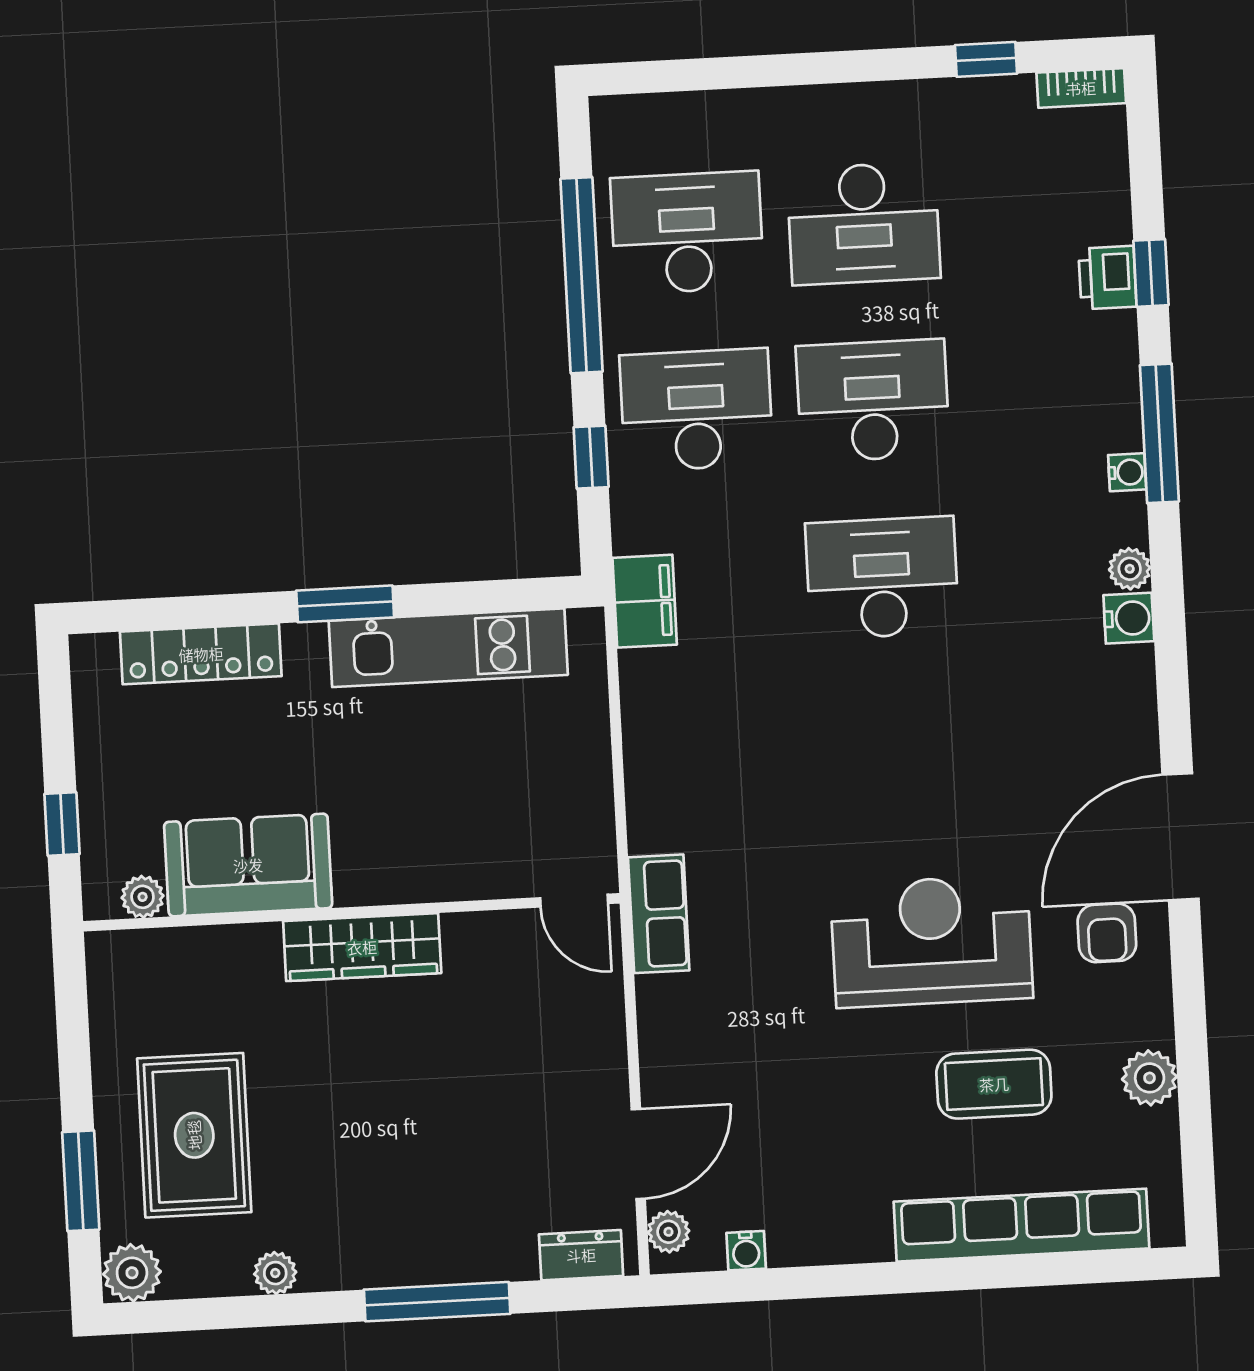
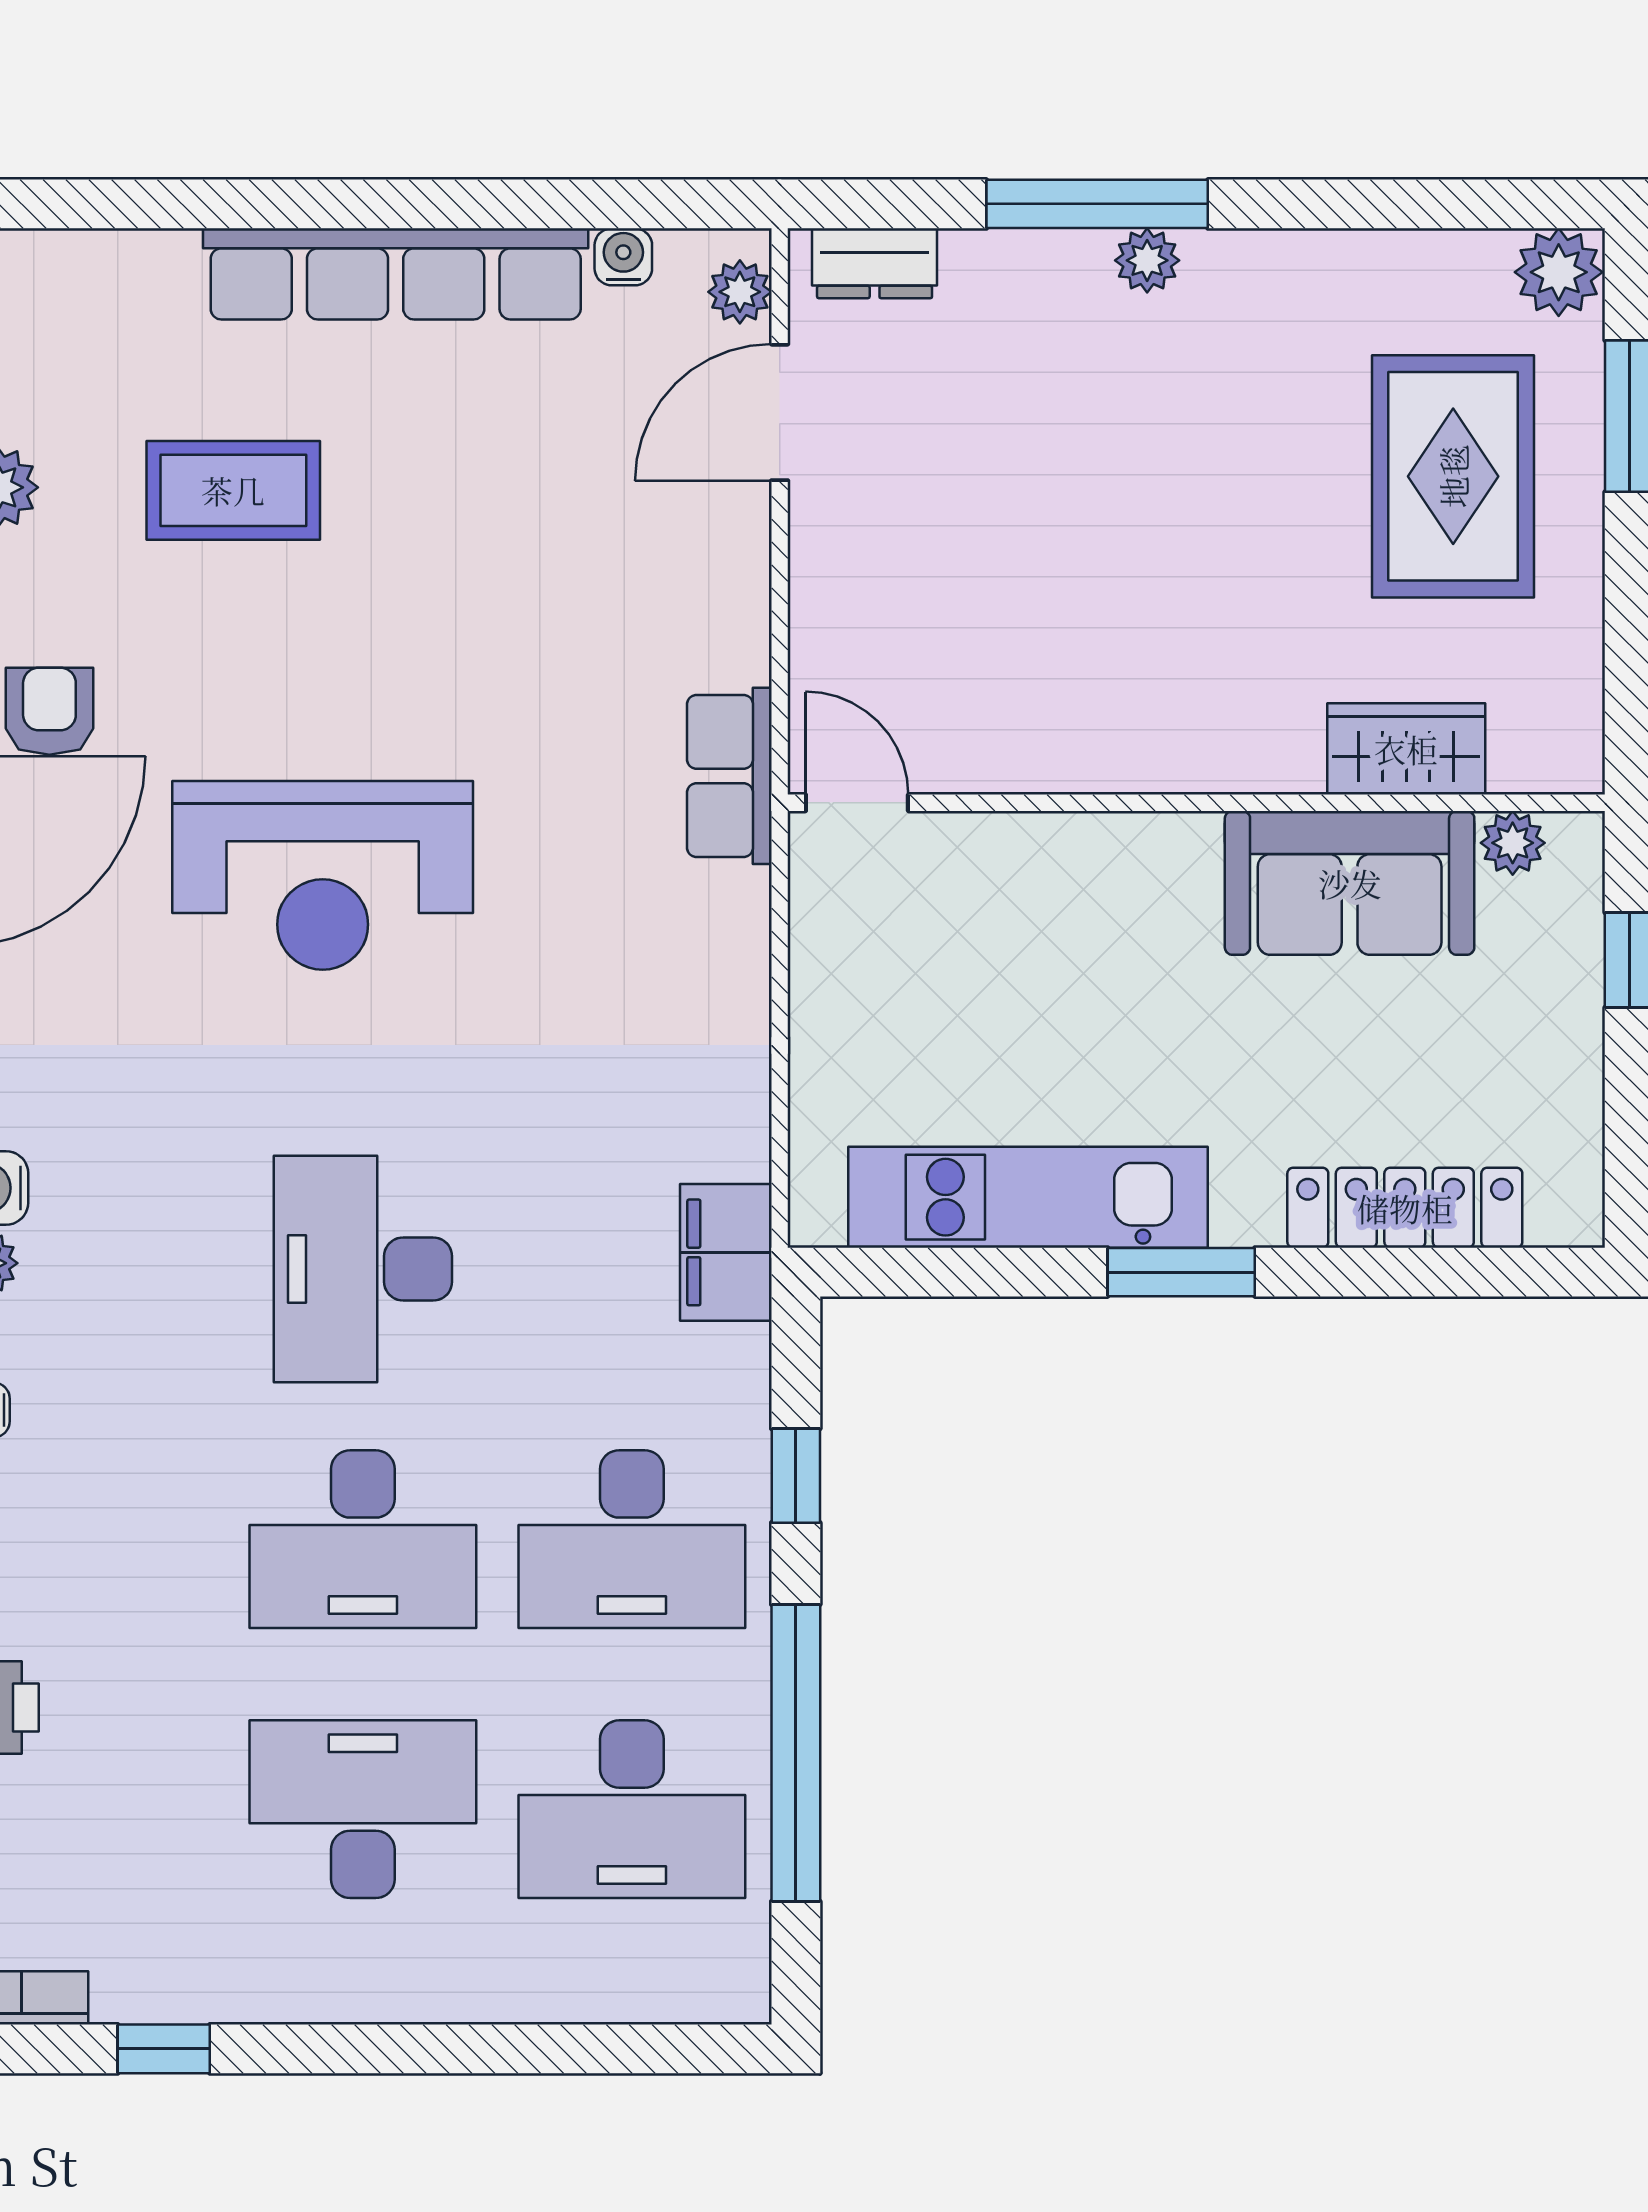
desk: (882, 578) -> (363, 1269), turned 90
reception desk: (932, 941) -> (323, 875), moved
wardrobe: (362, 947) -> (1406, 749), moved, width x0.67
row of seats: (1021, 1225) -> (396, 274), moved
plant: (275, 1273) -> (1147, 260), moved

